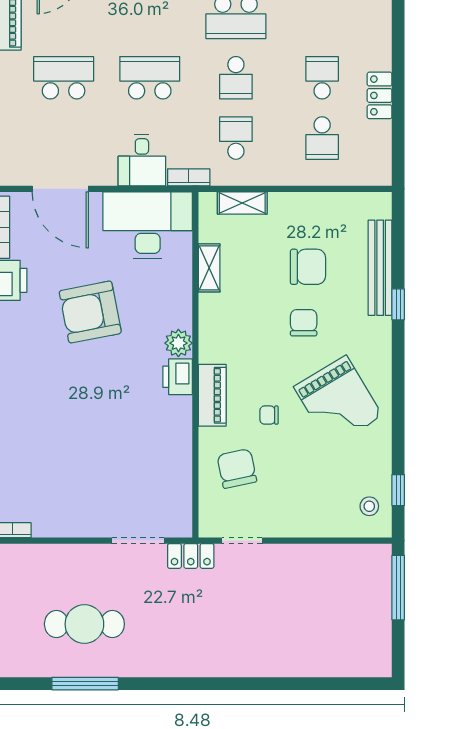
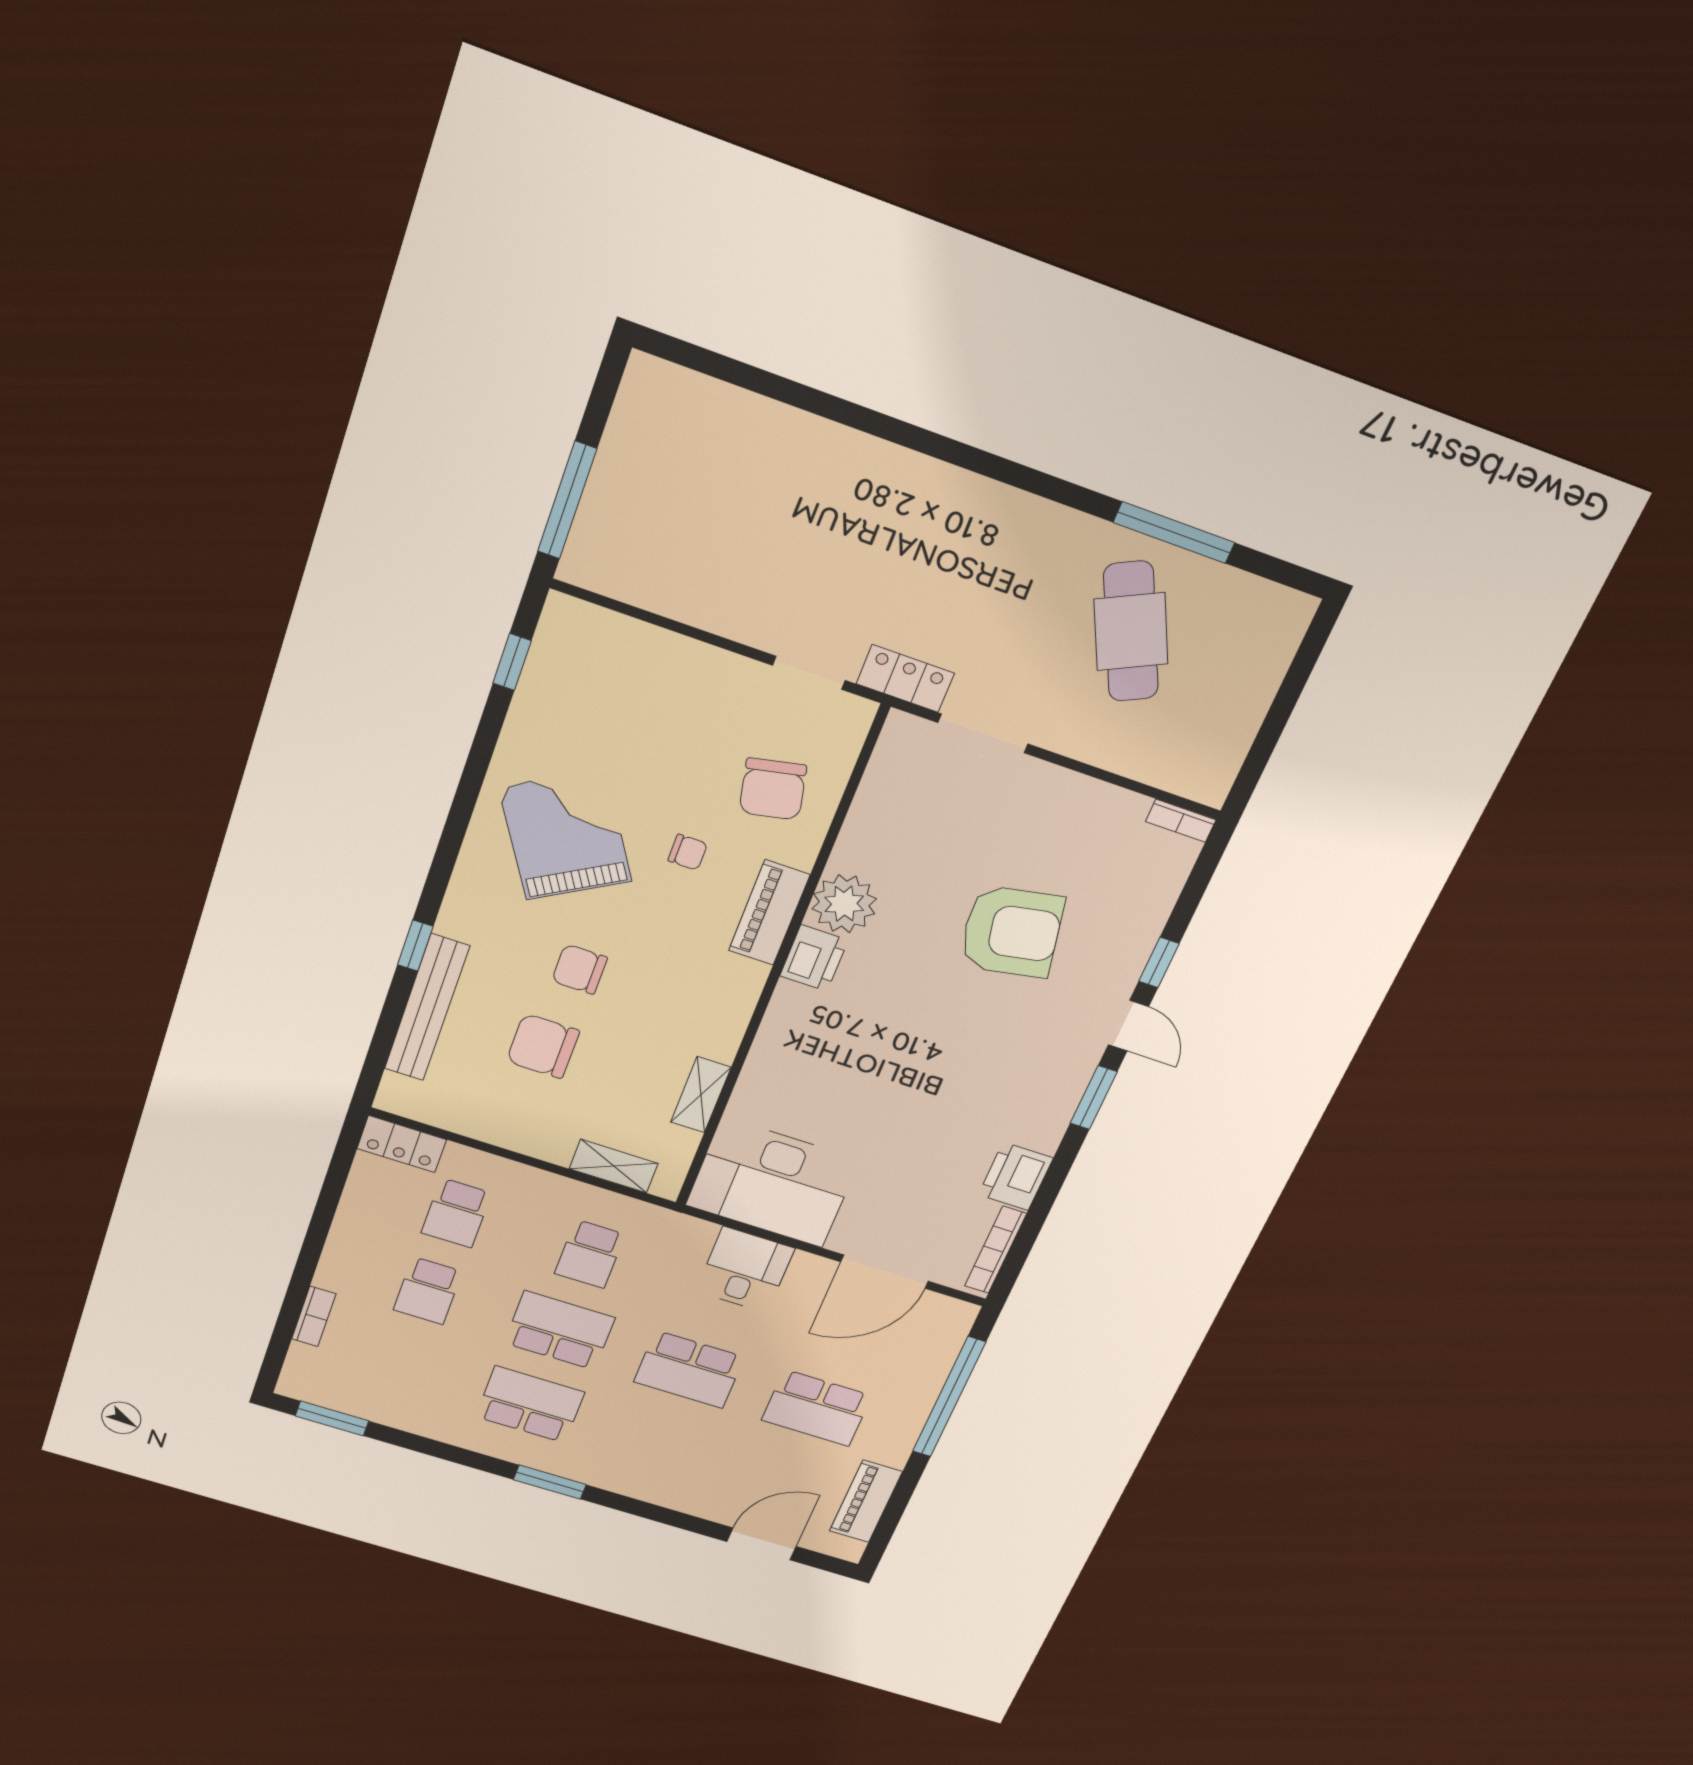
school desk: (236, 78) -> (560, 1330), width x1.85
locker: (380, 95) -> (402, 1144), moved, turned 90
school desk: (322, 138) -> (456, 1213), turned 180
bookcase: (189, 177) -> (314, 1316), moved, turned -90
door: (60, 189) -> (884, 1272), swing flipped
armchair: (90, 312) -> (1011, 932), moved
chair: (304, 323) -> (580, 969), turned 90
plant: (178, 343) -> (844, 904), moved, width x1.36, depth x1.36
stool: (369, 506) -> (571, 653), removed
cafe table: (84, 624) -> (1131, 632), turned 64

